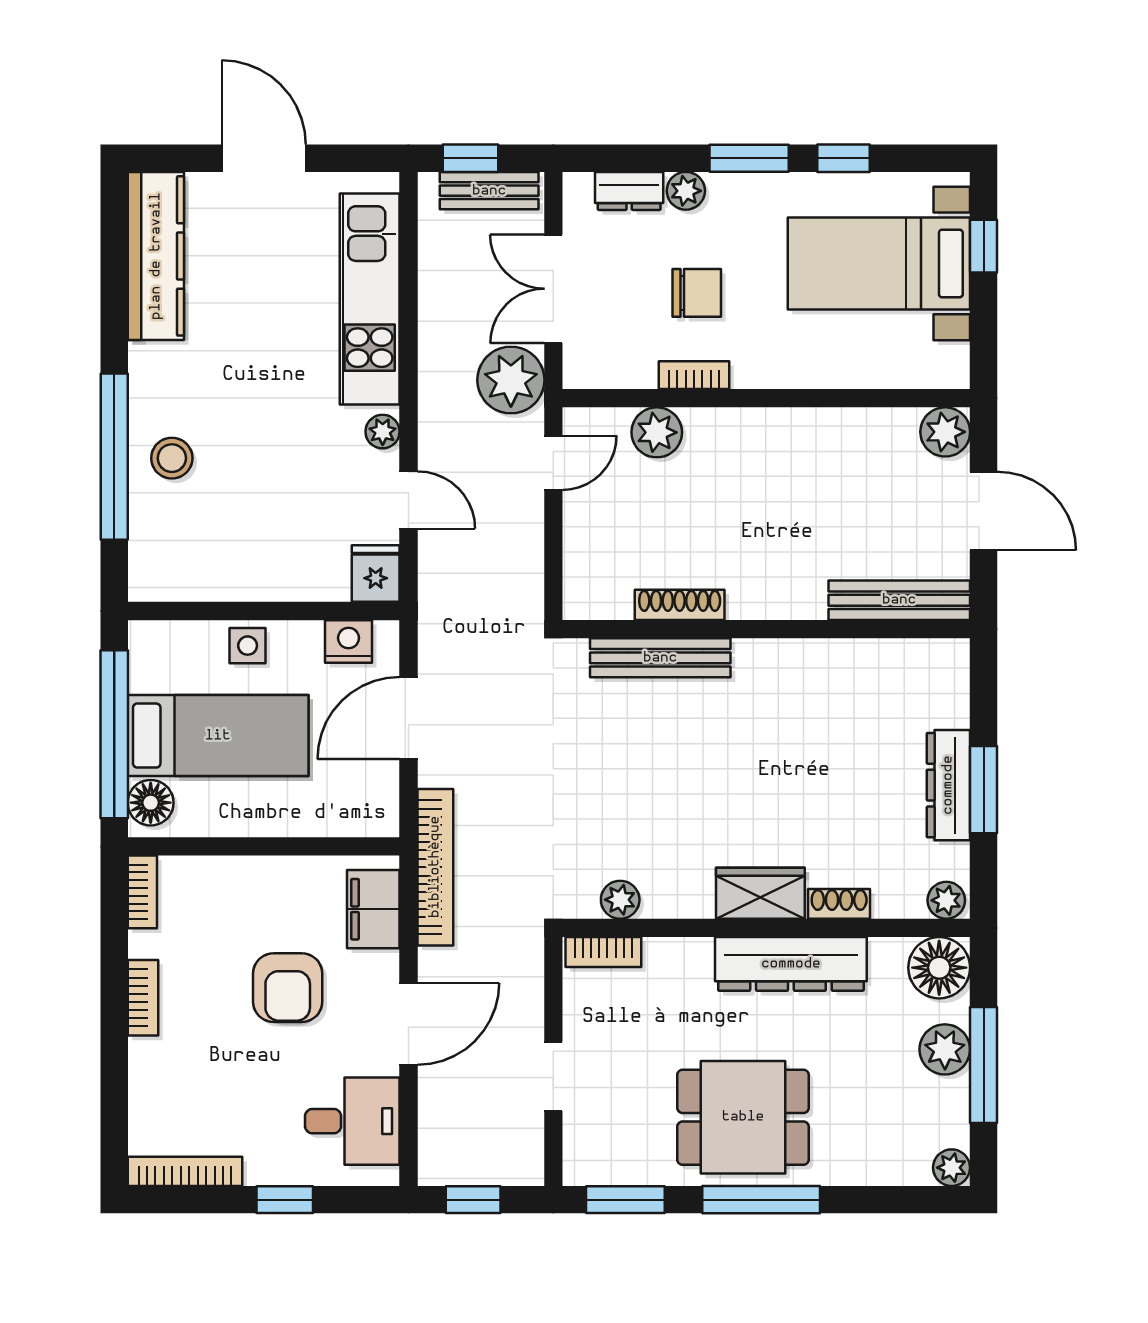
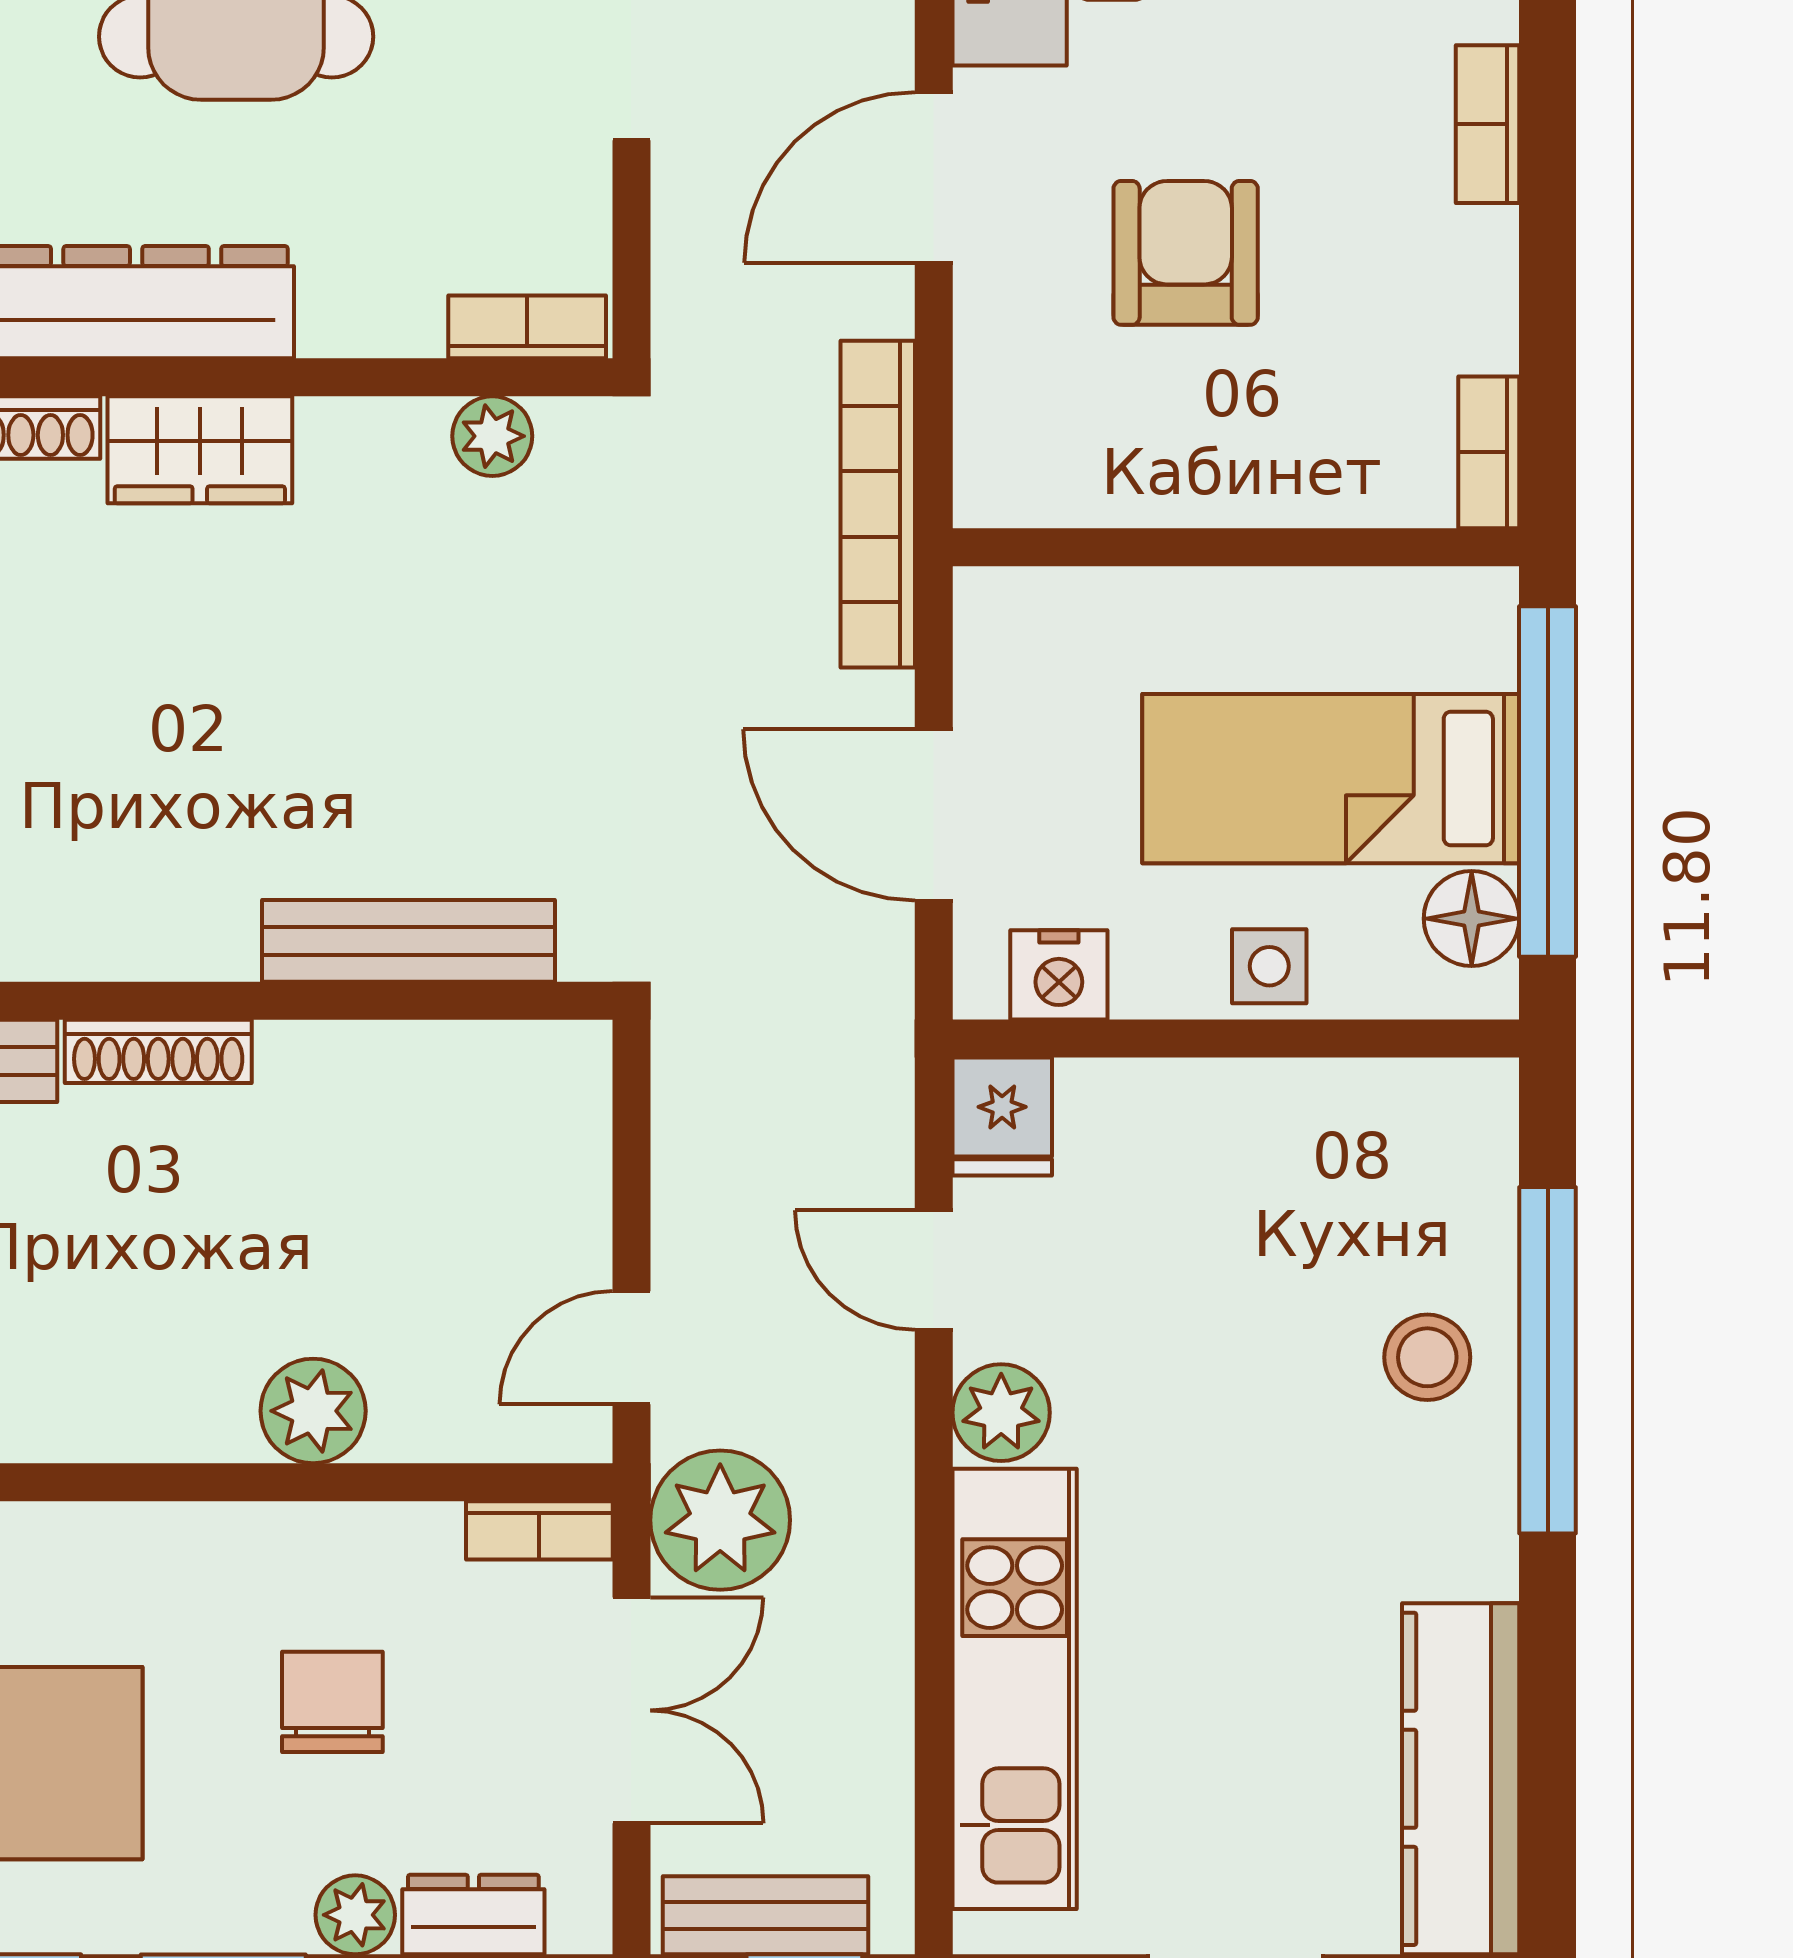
chair: (697, 293) -> (332, 1702), turned 90
bookcase: (694, 375) -> (539, 1530), moved
plant: (383, 432) -> (1001, 1413), width x1.38, depth x1.38
plant: (657, 432) -> (313, 1411), moved
shoe rack: (680, 605) -> (158, 1051), moved
door: (409, 718) -> (934, 815), swing flipped
floor lamp: (151, 803) -> (1472, 919), moved
filing cabinet: (373, 909) -> (1007, 416), removed
bookcase: (143, 998) -> (1488, 124), moved

